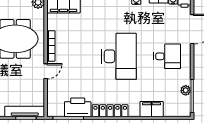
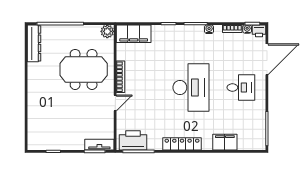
plant: (186, 90) -> (260, 123), removed
printer: (78, 107) -> (133, 140), moved
tv unit: (25, 111) -> (99, 145), width x0.71

